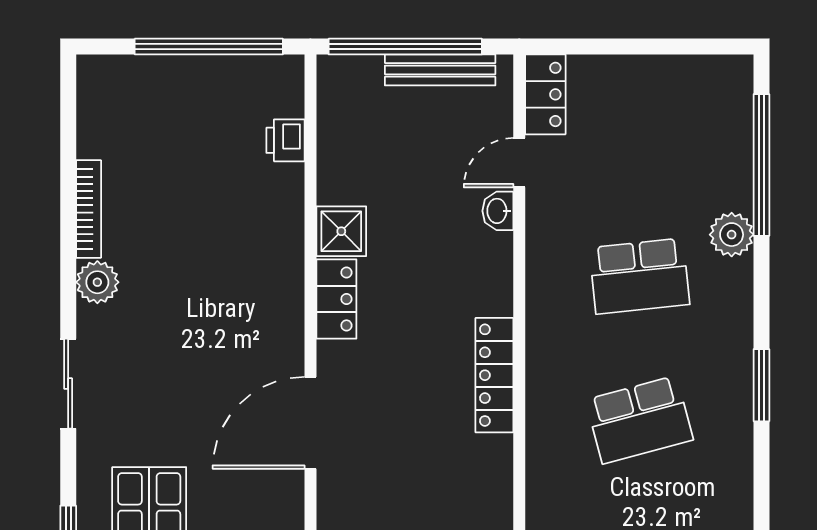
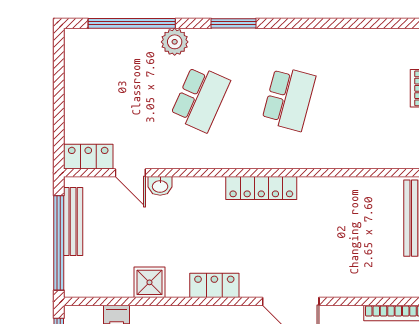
shower: (341, 231) -> (149, 282), moved
school desk: (639, 276) -> (200, 99), turned 30
window: (761, 385) -> (233, 23), moved
school desk: (639, 420) -> (289, 99), turned 30

